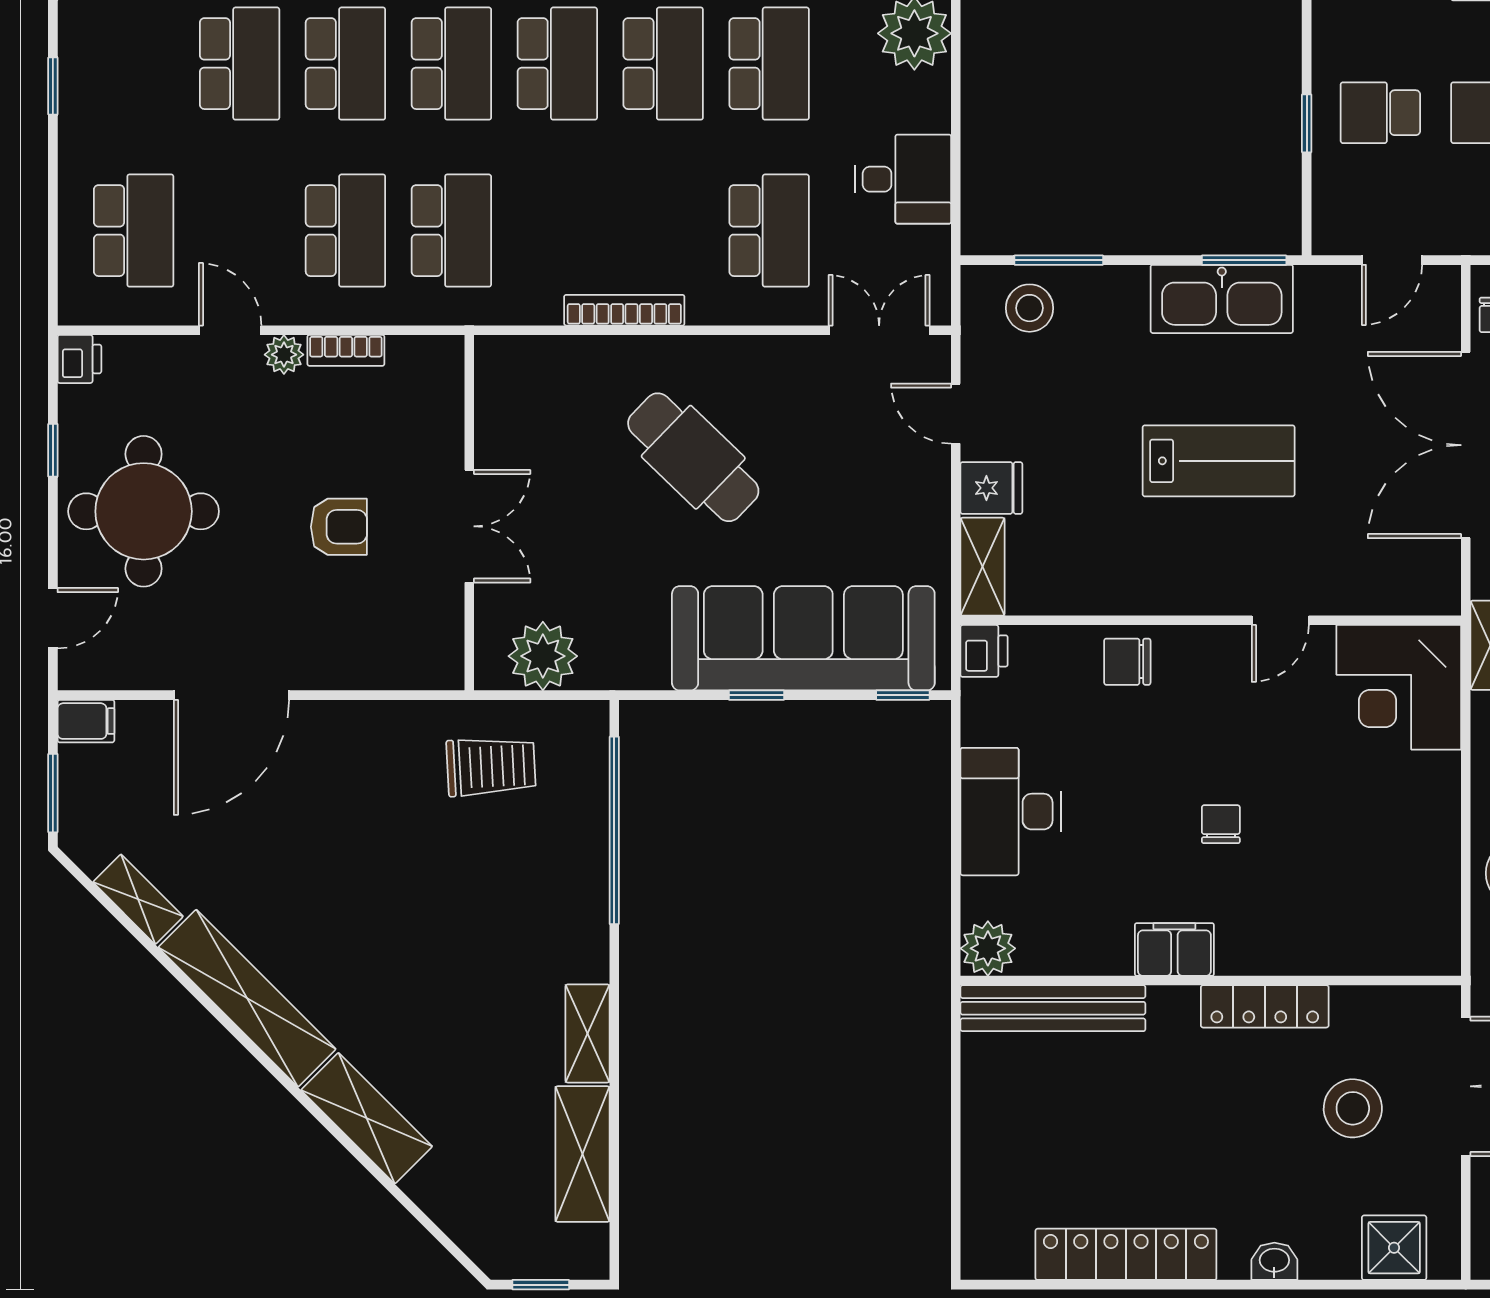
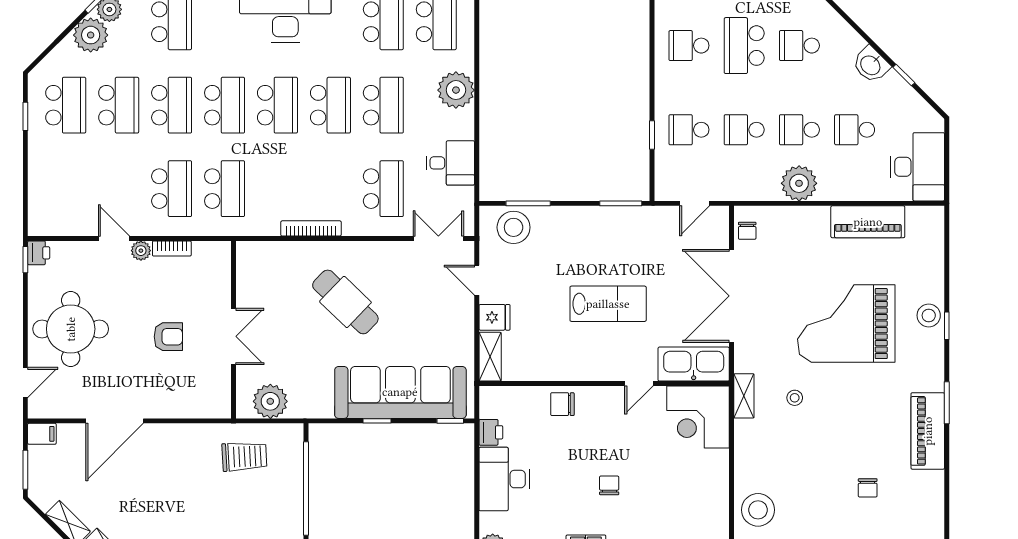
school desk: (134, 231) -> (66, 105), moved
kitchen sink: (1222, 299) -> (694, 364), moved, turned 180
stool: (1030, 308) -> (514, 227), width x1.38, depth x1.38
window: (53, 450) -> (25, 260), moved
printer: (984, 651) -> (491, 432), moved

